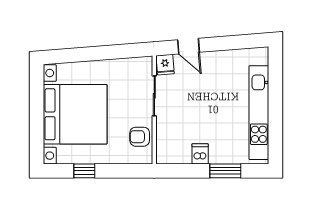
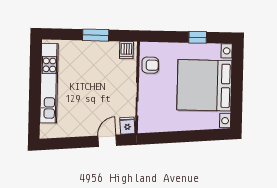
door: (188, 46) -> (107, 141), hinge flipped
dishwasher: (200, 154) -> (126, 50), moved
window: (225, 171) -> (96, 35), moved

